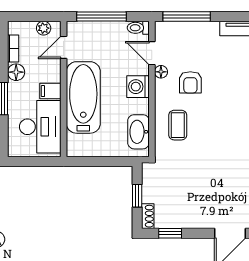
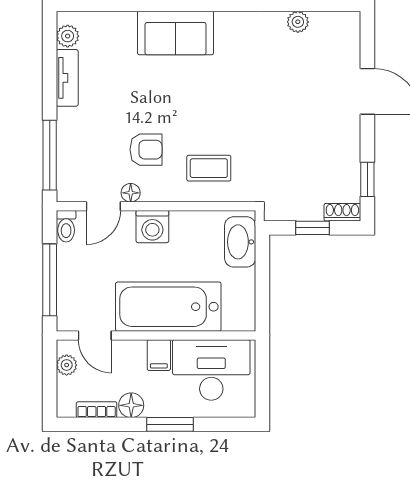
washbasin: (138, 132) -> (240, 242), moved, turned 90

